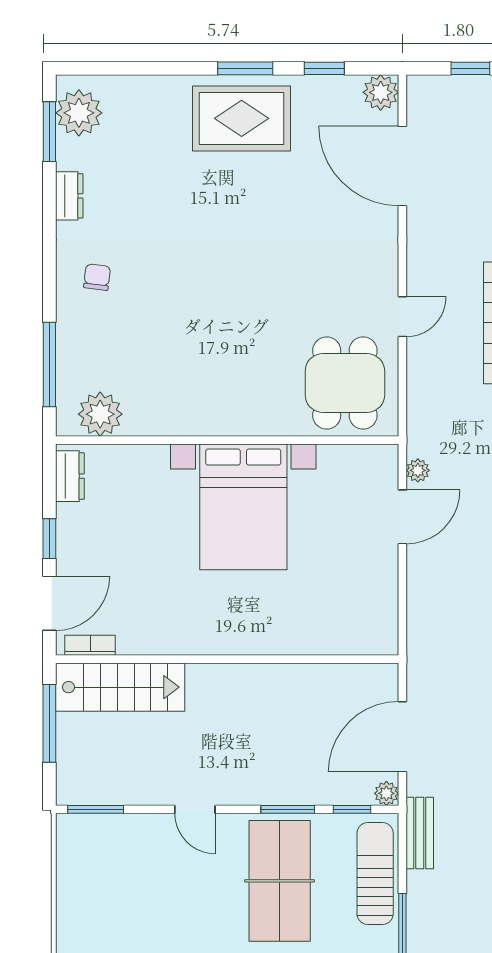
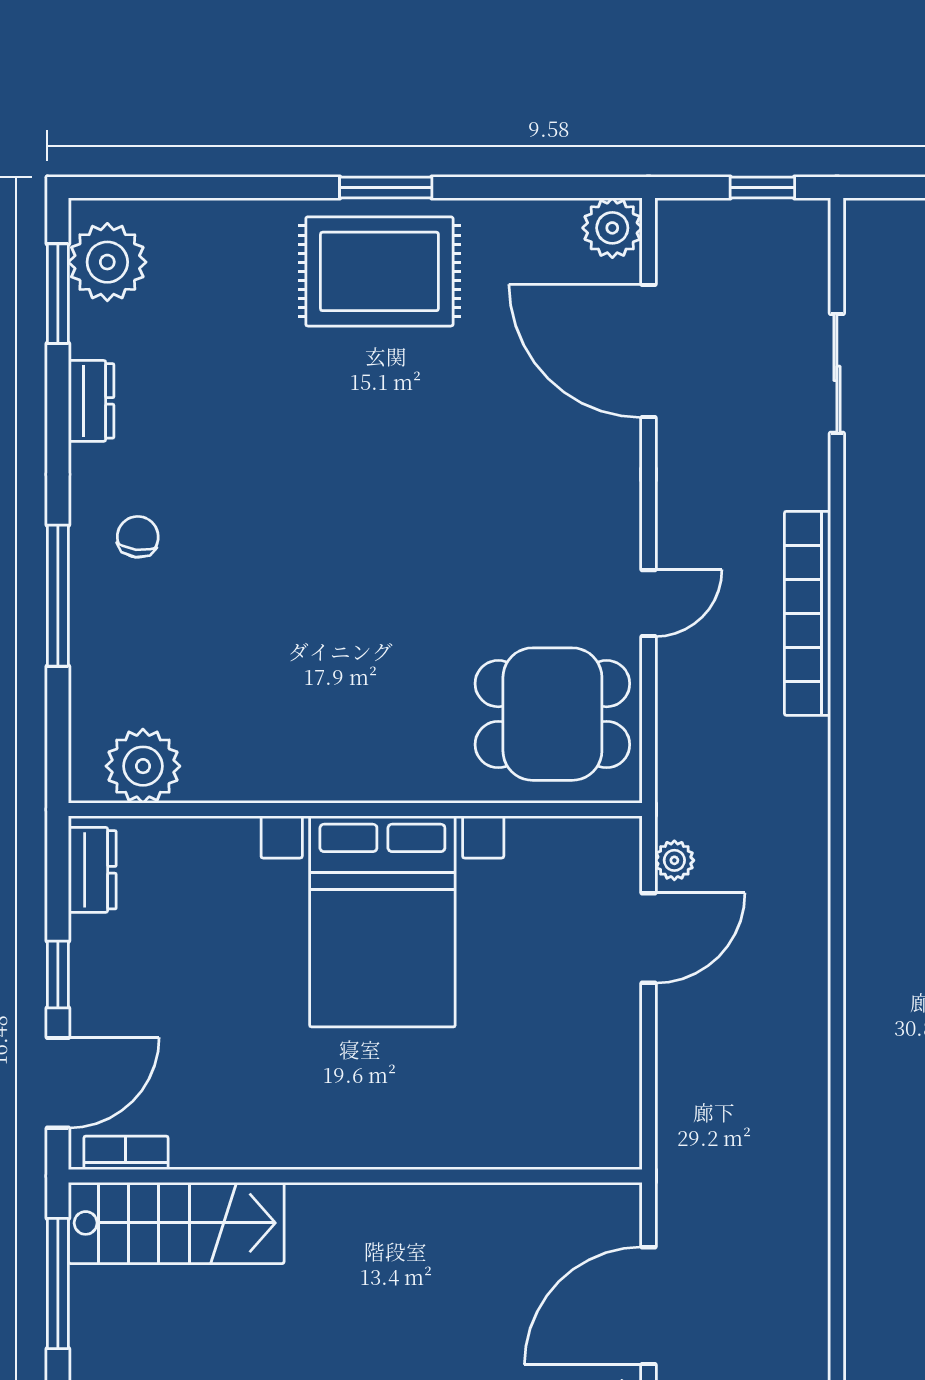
window: (324, 68) -> (518, 188), removed
window: (49, 364) -> (58, 596), moved
dining table: (345, 383) -> (552, 714), turned 90

